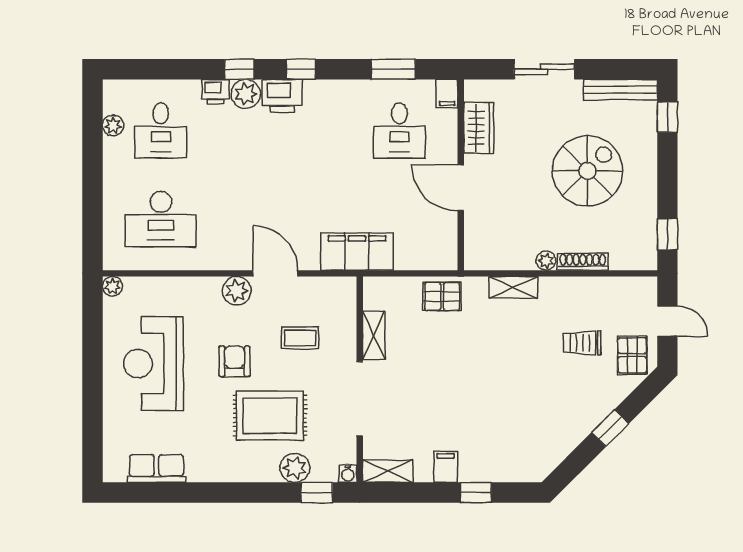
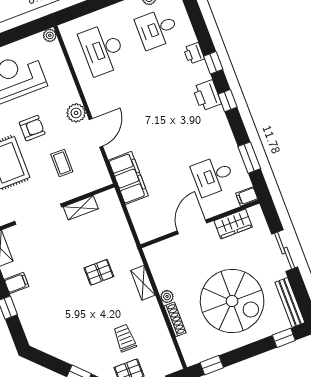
plant: (246, 94) -> (199, 72), removed
spiral stairs: (587, 171) -> (232, 301), width x1.37, depth x1.37
pallet: (442, 296) -> (99, 272), moved, turned 90

